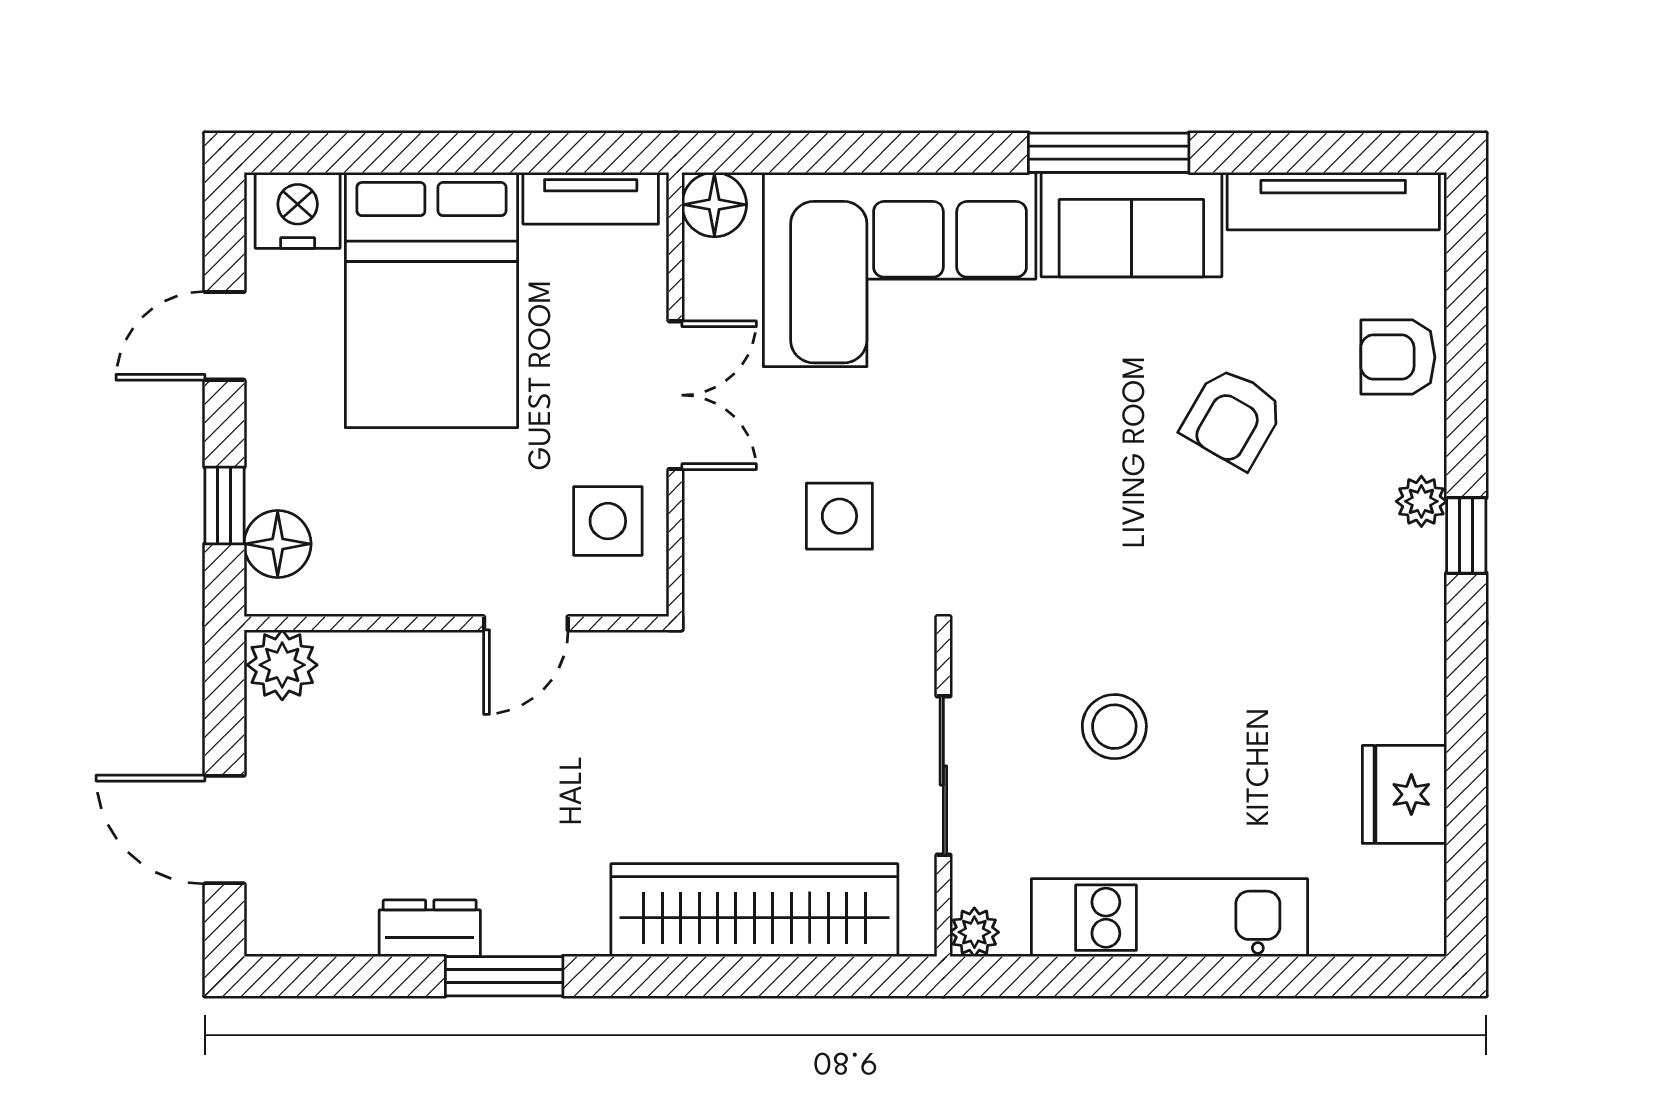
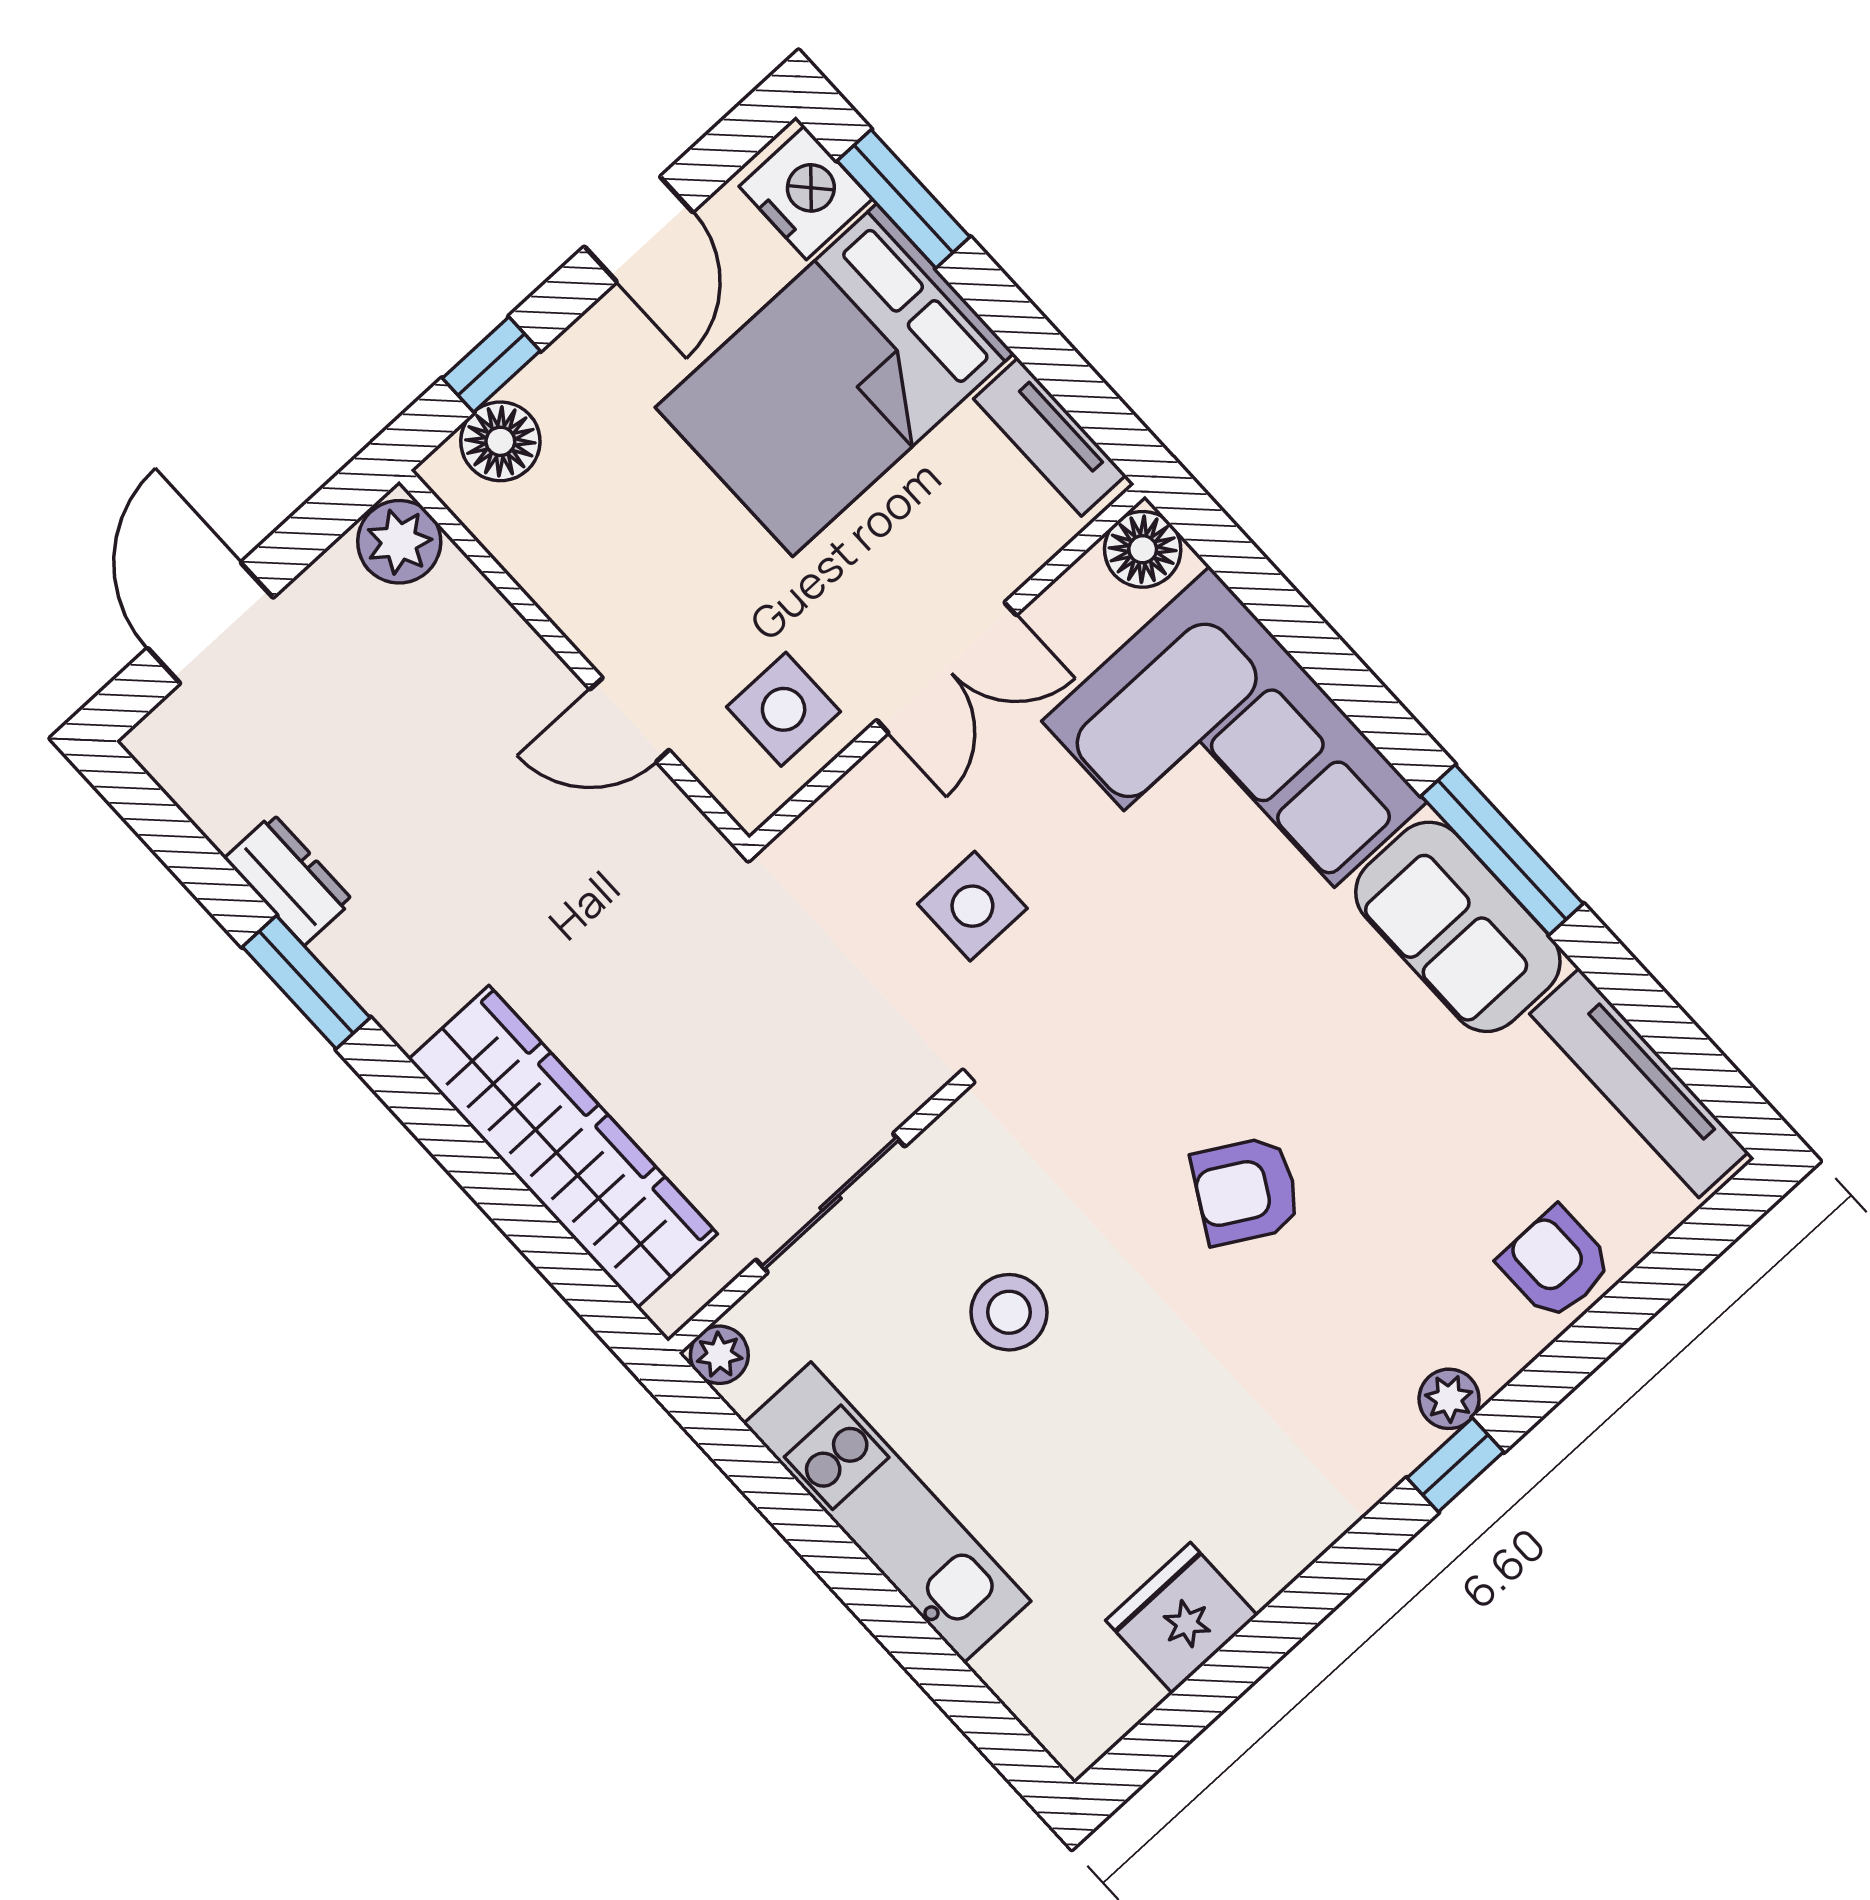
window: (358, 153) -> (903, 199), added
door: (224, 336) -> (638, 229), swing flipped
armchair: (1233, 418) -> (1246, 1191), moved

